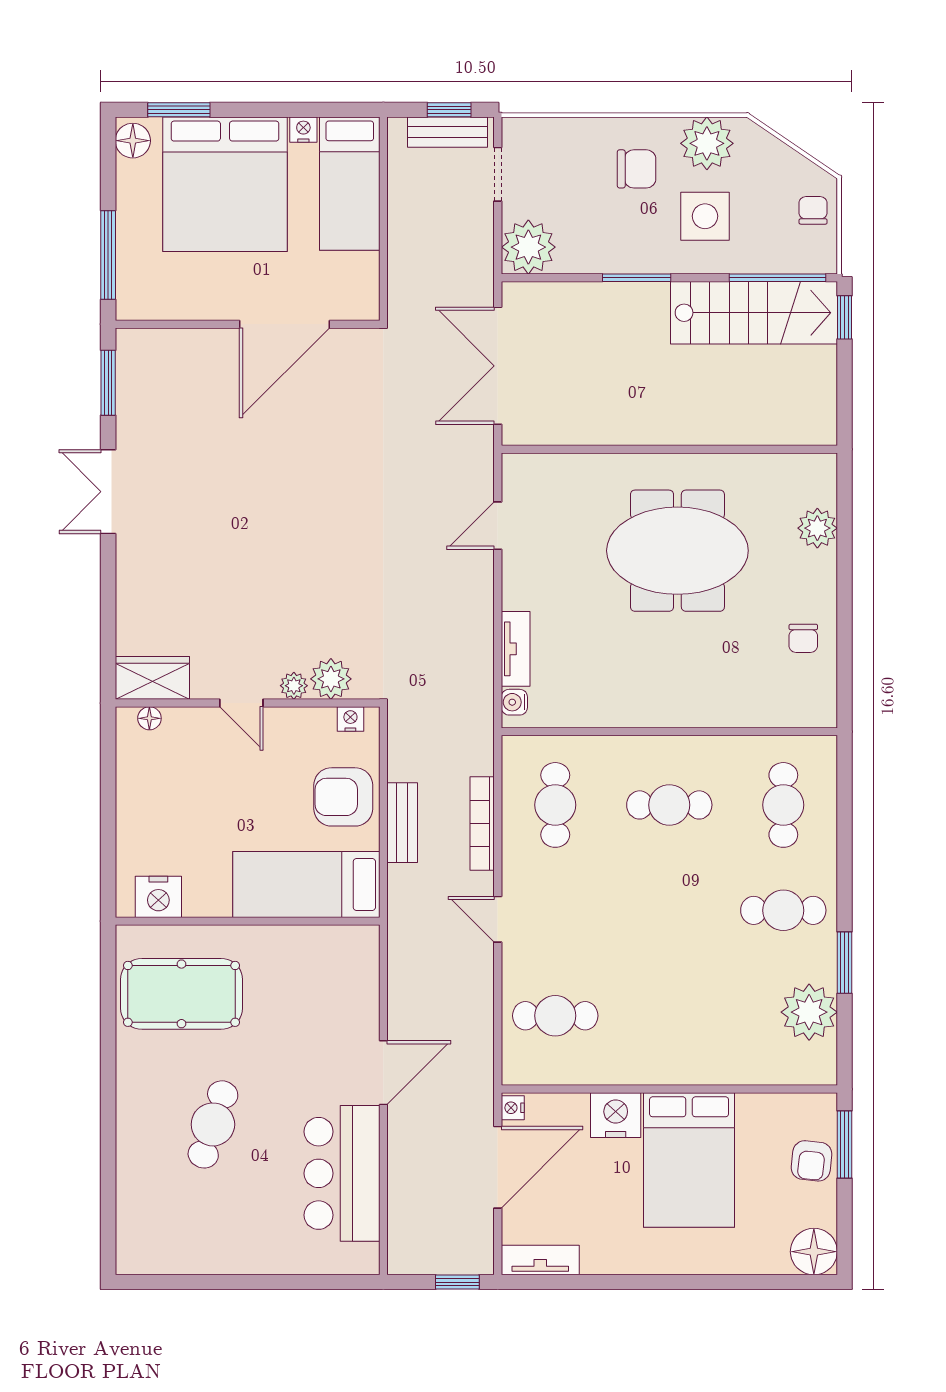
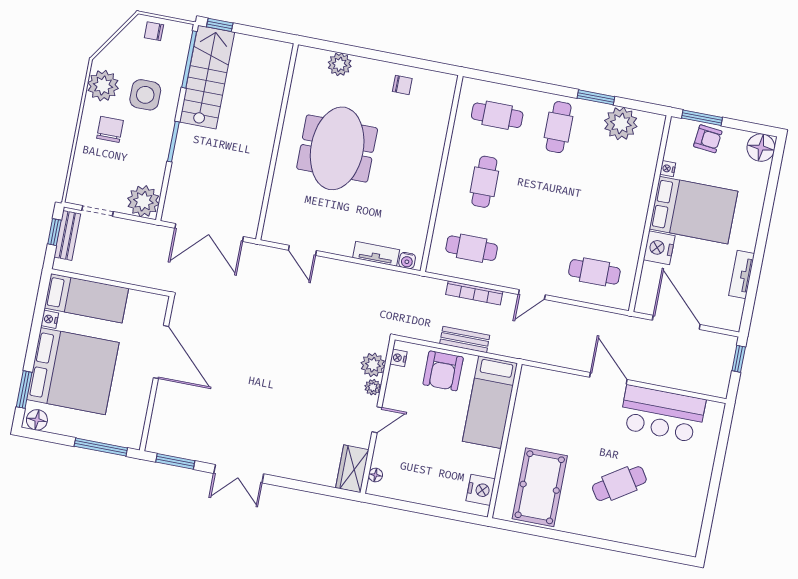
cafe table: (555, 1016) -> (594, 272), turned 90
nightstand: (513, 1108) -> (668, 169), moved, turned 90
cafe table: (213, 1124) -> (619, 484), turned -51
tv unit: (540, 1260) -> (742, 275), moved

